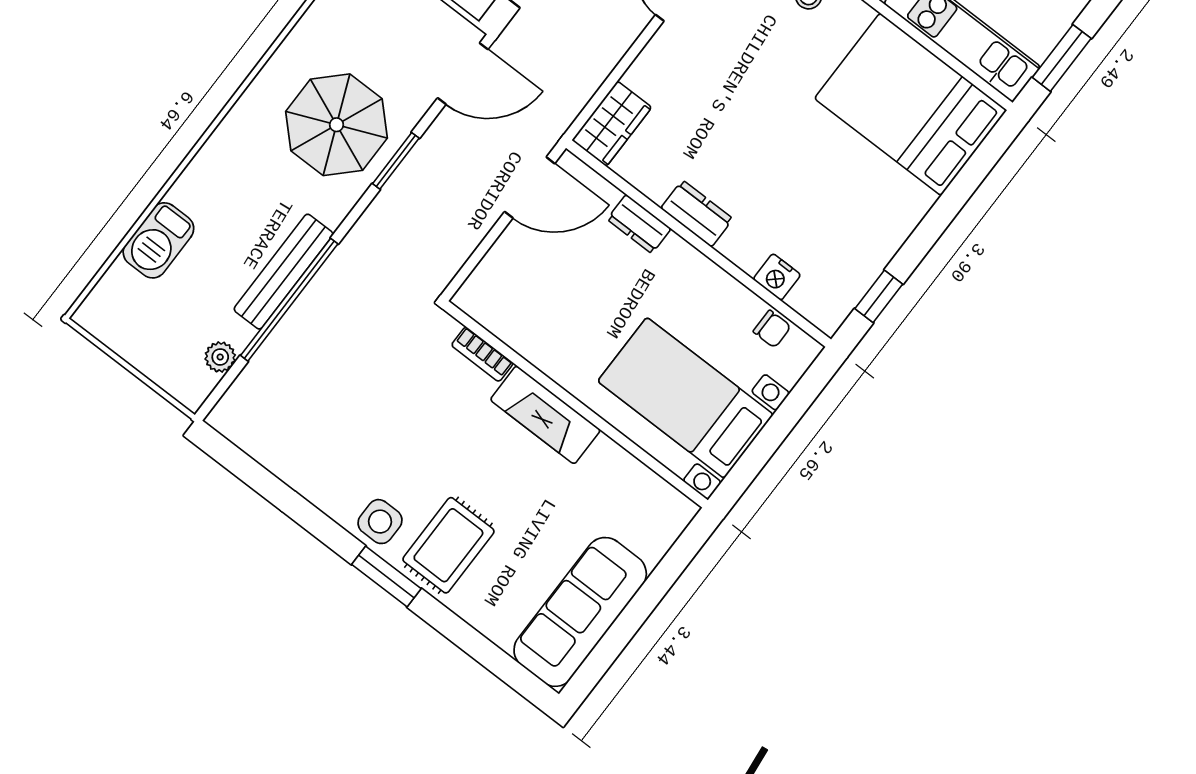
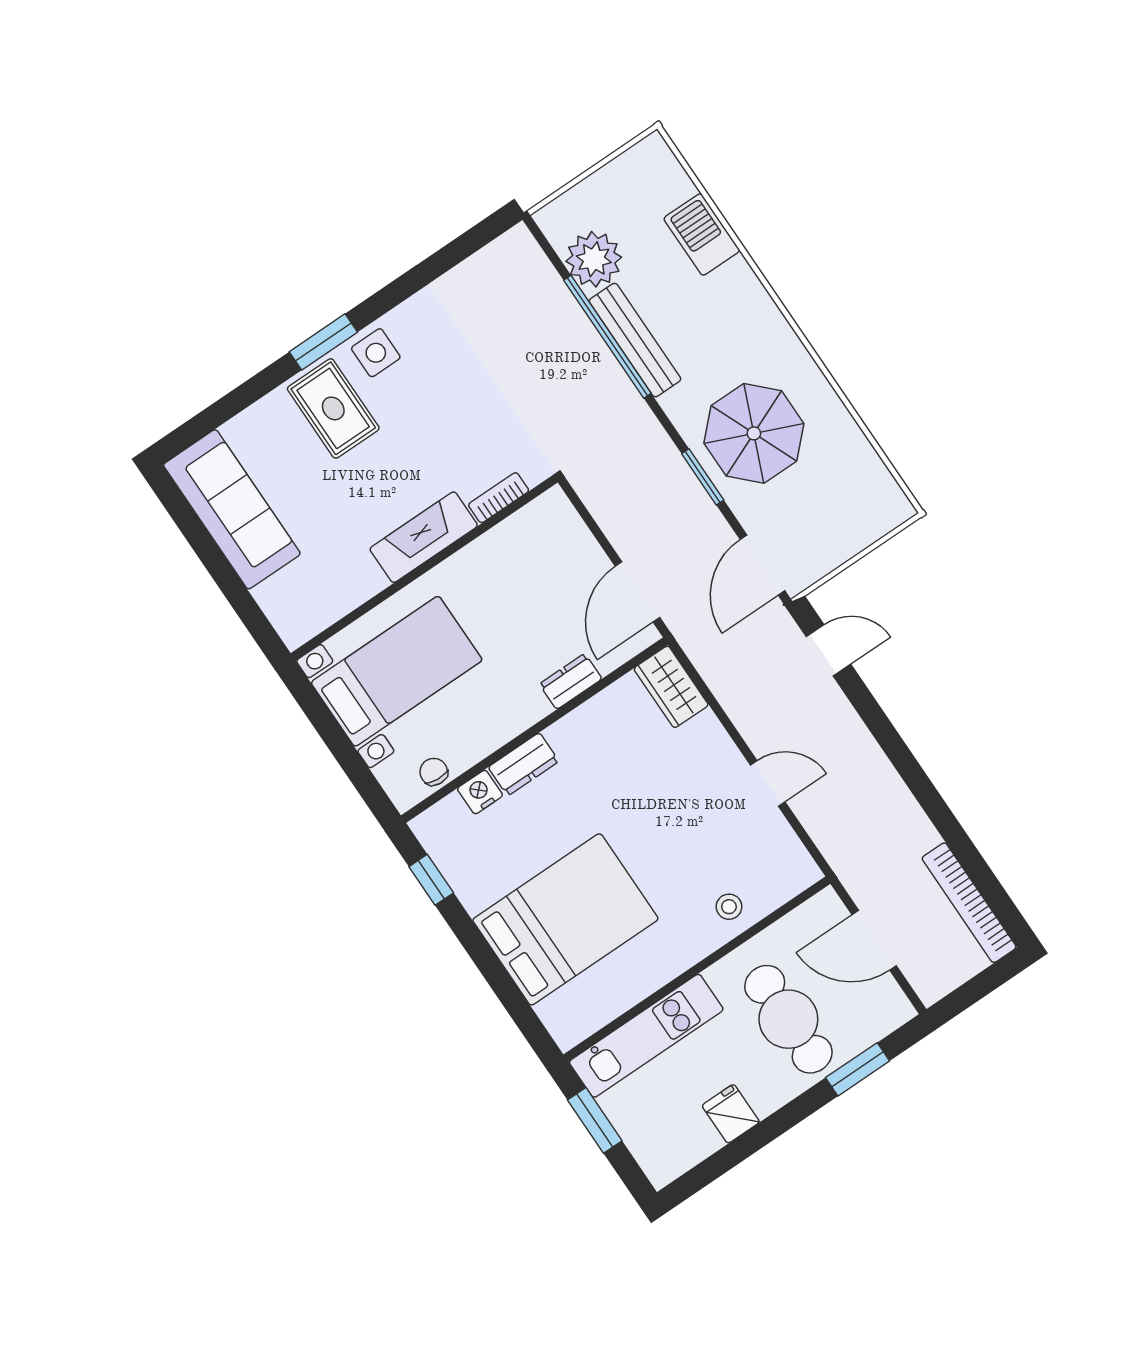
bed: (911, 104) -> (565, 919), moved
dresser: (697, 214) -> (524, 764), moved
chair: (772, 329) -> (434, 772), turned 94
plant: (220, 357) -> (594, 259), width x1.88, depth x1.88

